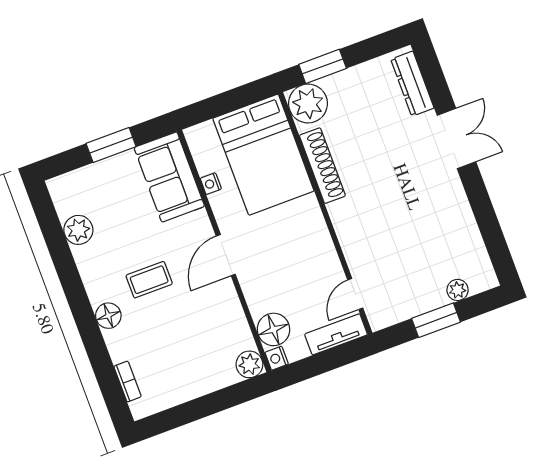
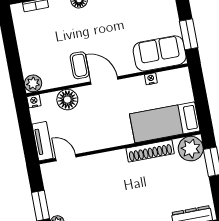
window: (111, 145) -> (189, 34), moved
bed: (263, 155) -> (165, 122), width x0.67
coffee table: (149, 280) -> (80, 65), moved
floor lamp: (273, 329) -> (67, 100), moved

